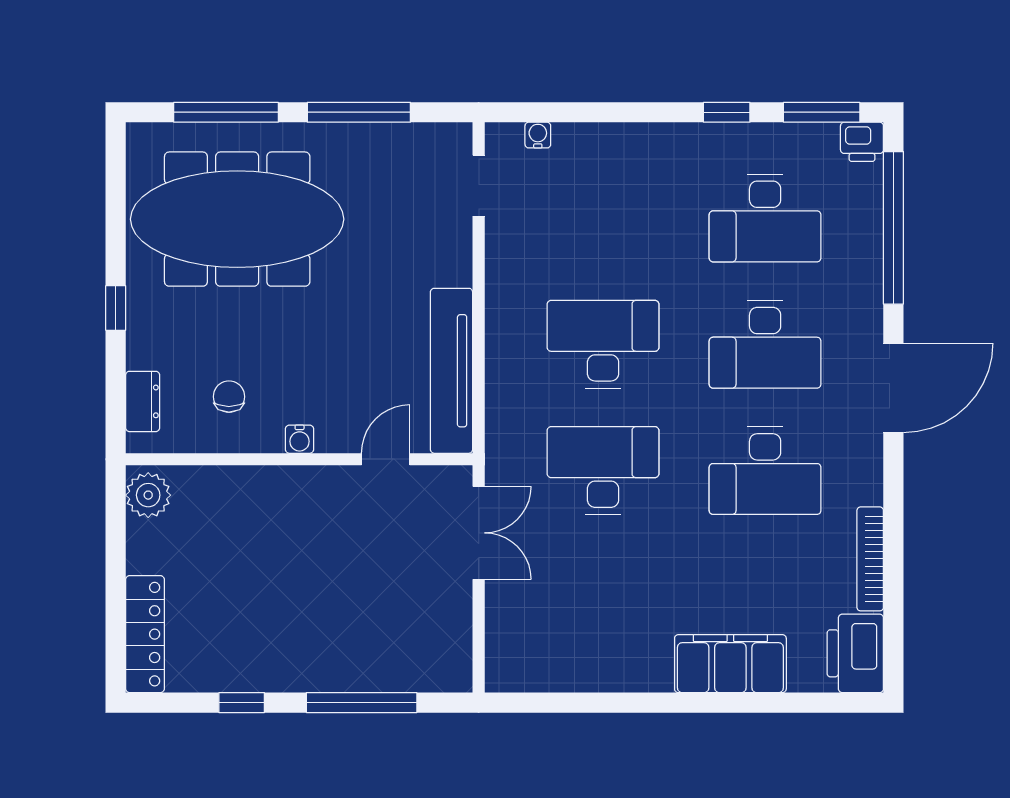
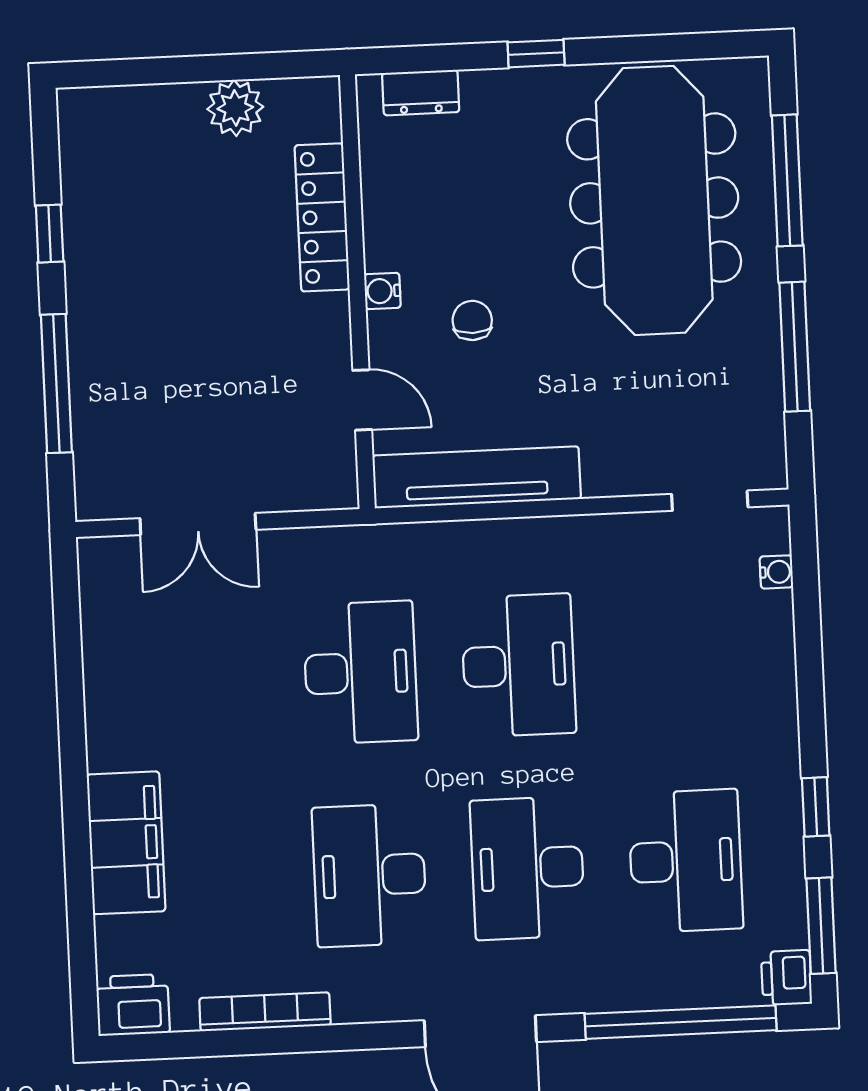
desk: (765, 218) -> (686, 861), turned 180
chair: (229, 397) -> (472, 320), moved, turned -90
plant: (148, 495) -> (235, 108), moved
double door: (479, 533) -> (198, 524), moved
locker: (145, 634) -> (322, 217), moved, turned 90
printer: (855, 653) -> (133, 1005), width x0.73, depth x0.84

